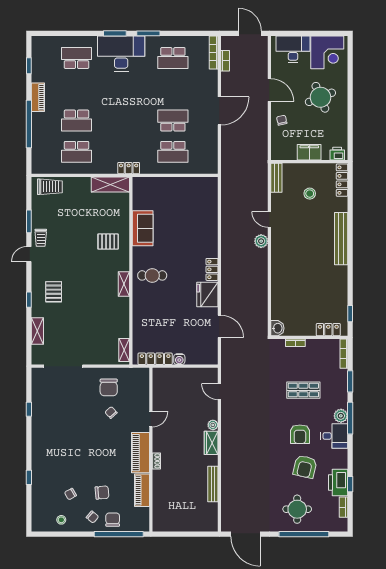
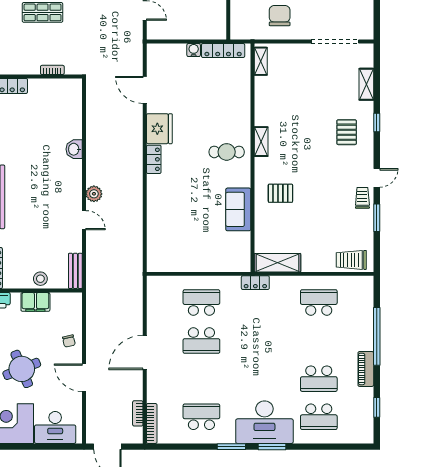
school desk: (77, 121) -> (319, 379), moved, turned 180
stool: (310, 194) -> (40, 279), moved
washbasin: (277, 328) -> (74, 149), moved

